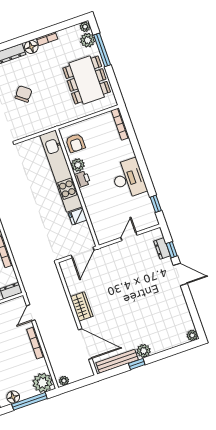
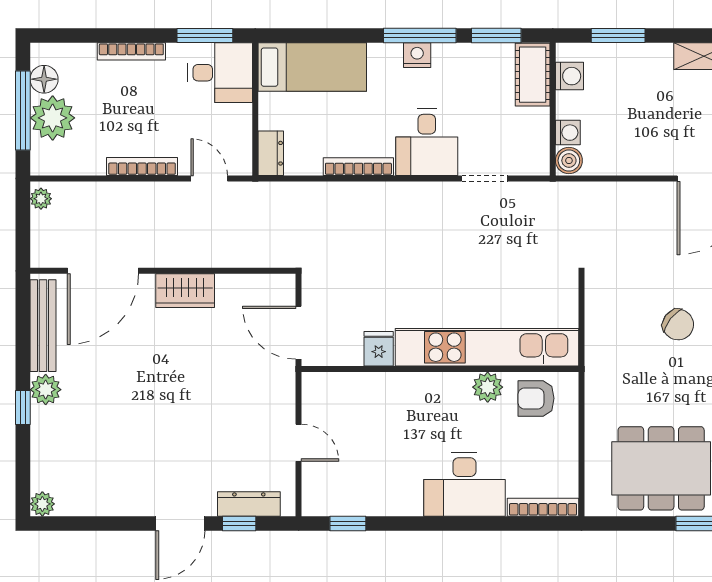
printer: (82, 179) -> (454, 386), removed
desk: (128, 179) -> (464, 484), moved
dresser: (162, 248) -> (249, 504), width x1.44
window: (137, 364) -> (23, 408), moved
plant: (43, 383) -> (53, 118), moved

